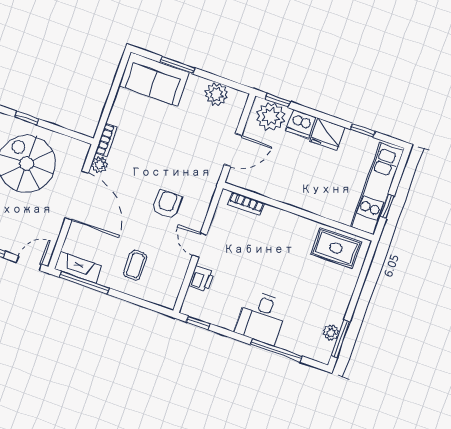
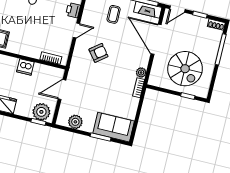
dishwasher: (301, 124) -> (25, 67), moved, turned 180
door: (77, 196) -> (156, 39), moved
armchair: (167, 204) -> (98, 53), turned -128
door: (200, 245) -> (76, 30), hinge flipped

